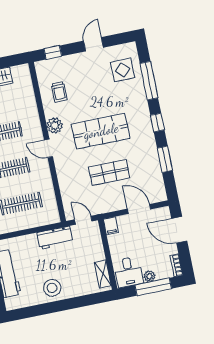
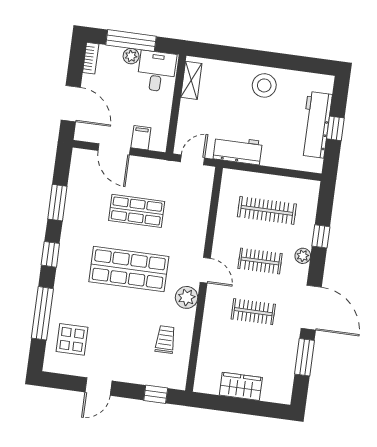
door: (83, 220) -> (192, 160), swing flipped
filing cabinet: (111, 226) -> (141, 138), moved

